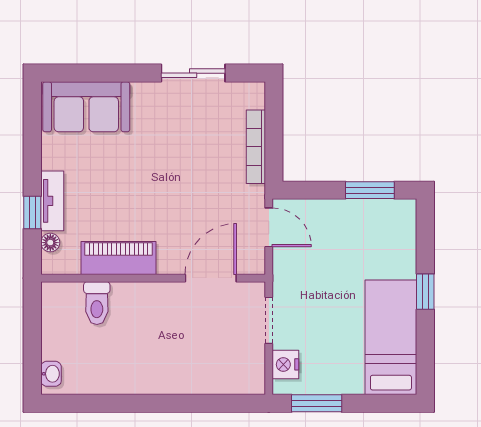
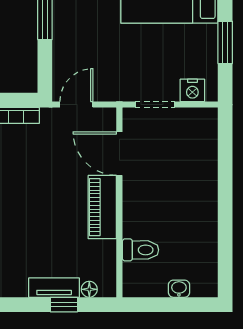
piano: (118, 258) -> (102, 207), moved
washbasin: (51, 374) -> (179, 289), moved
window: (317, 403) -> (225, 42), moved

